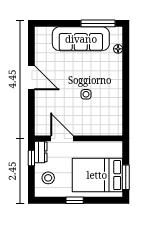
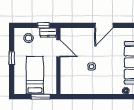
door: (62, 138) -> (58, 48), hinge flipped
bed: (97, 175) -> (35, 75), width x0.67
window: (126, 177) -> (40, 97), moved

